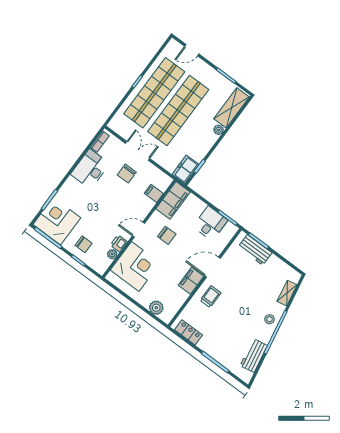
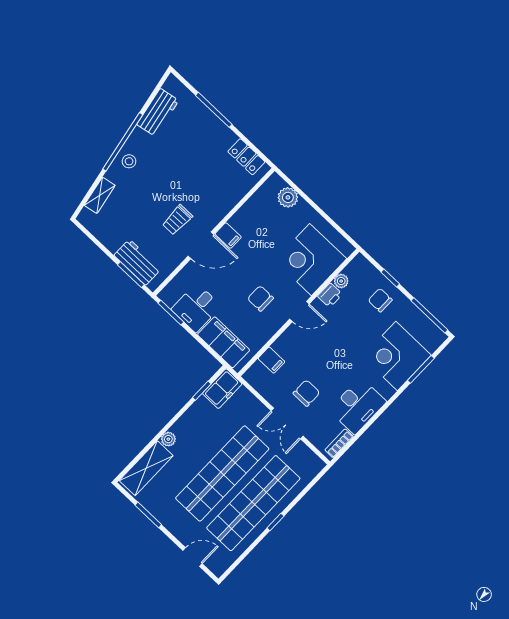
filing cabinet: (173, 200) -> (224, 342), moved, turned 90
corner desk: (57, 221) -> (397, 356), moved, turned 90
filing cabinet: (191, 281) -> (228, 236), width x0.50
trolley: (210, 297) -> (177, 220), moved

